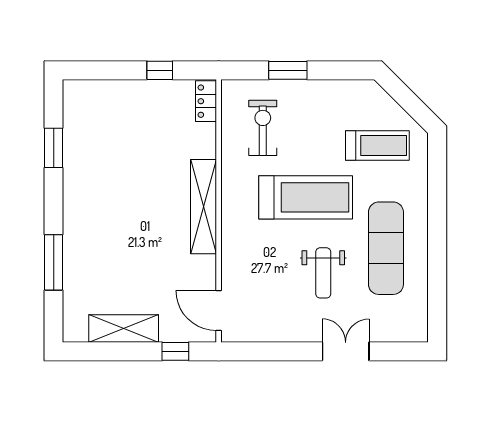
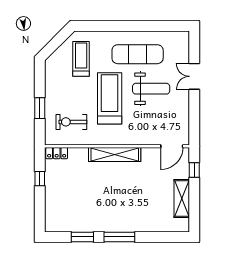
window: (54, 262) -> (119, 237), moved
weight bench: (323, 273) -> (151, 89), width x1.36, depth x1.33

